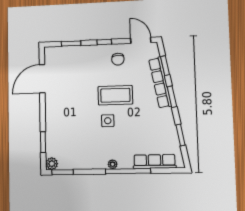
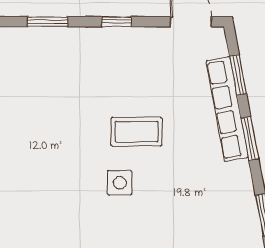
chair: (118, 59) -> (144, 58), removed
coffee table: (115, 95) -> (136, 132), width x0.73, depth x0.76

